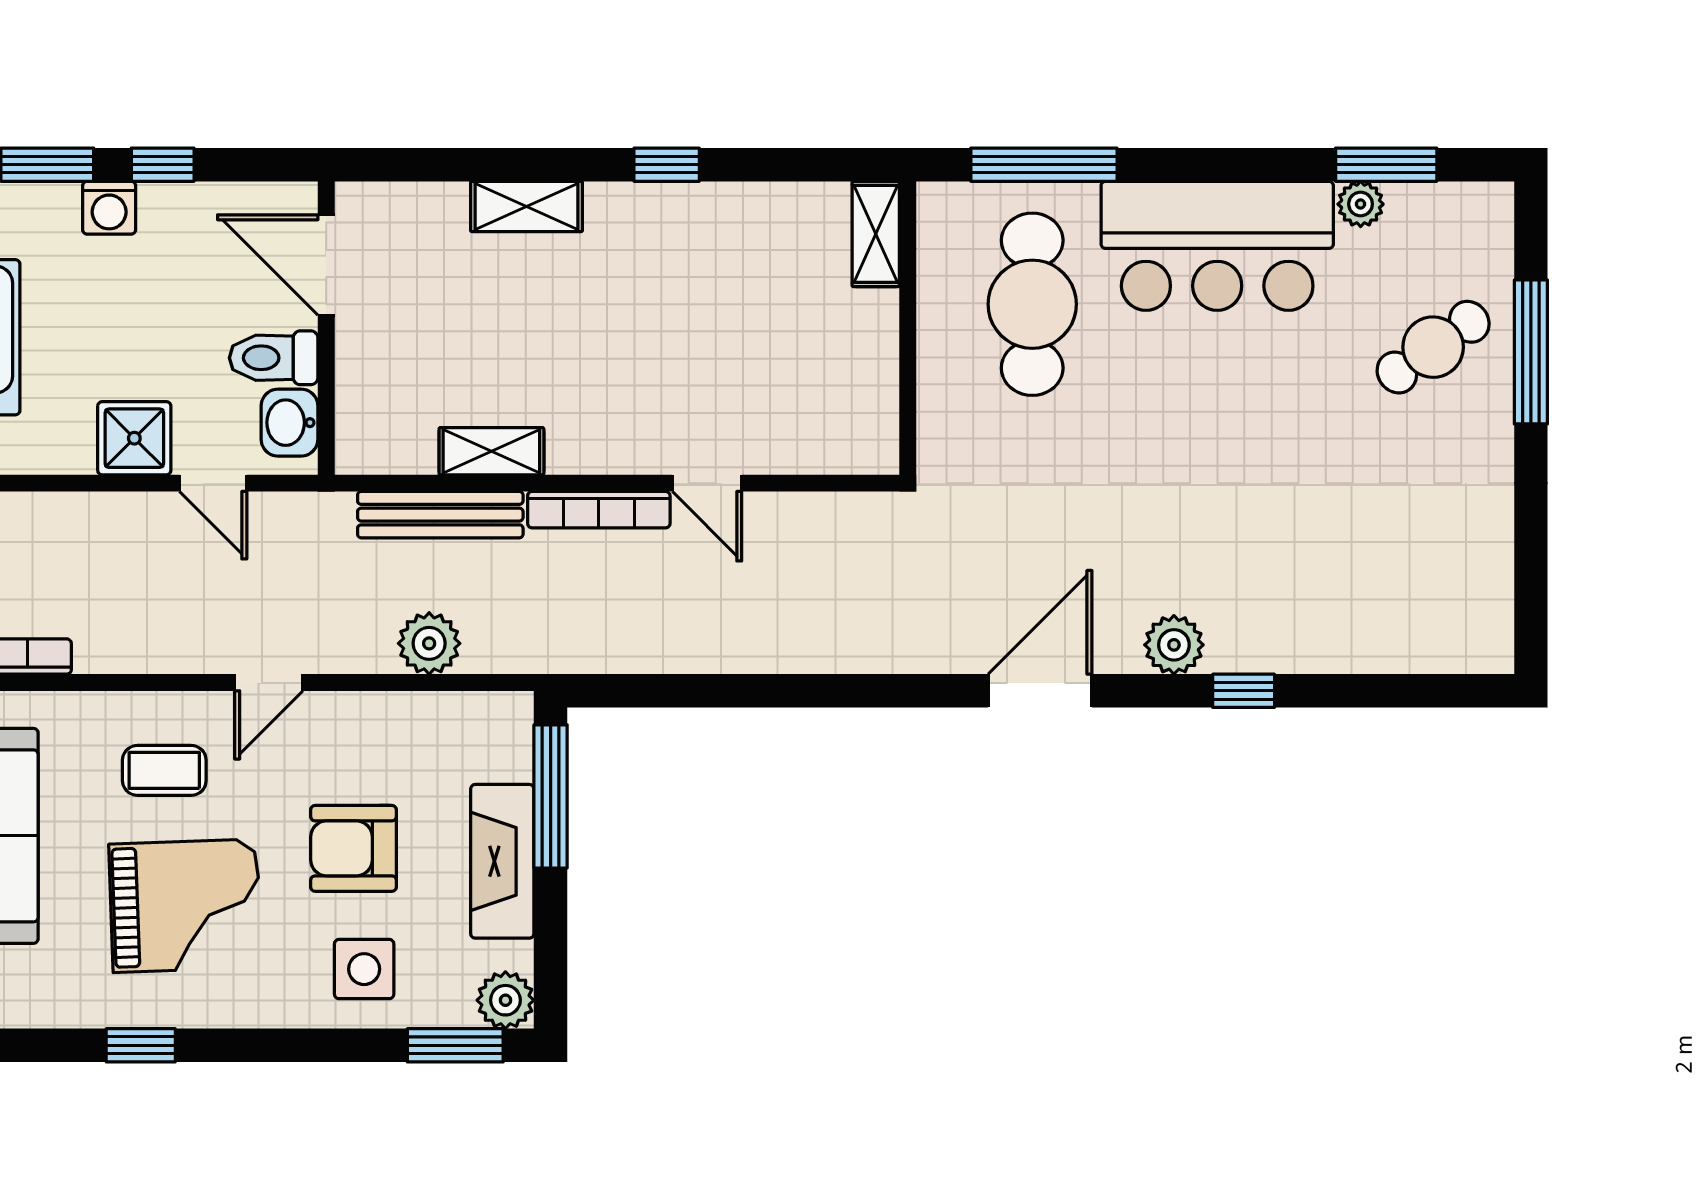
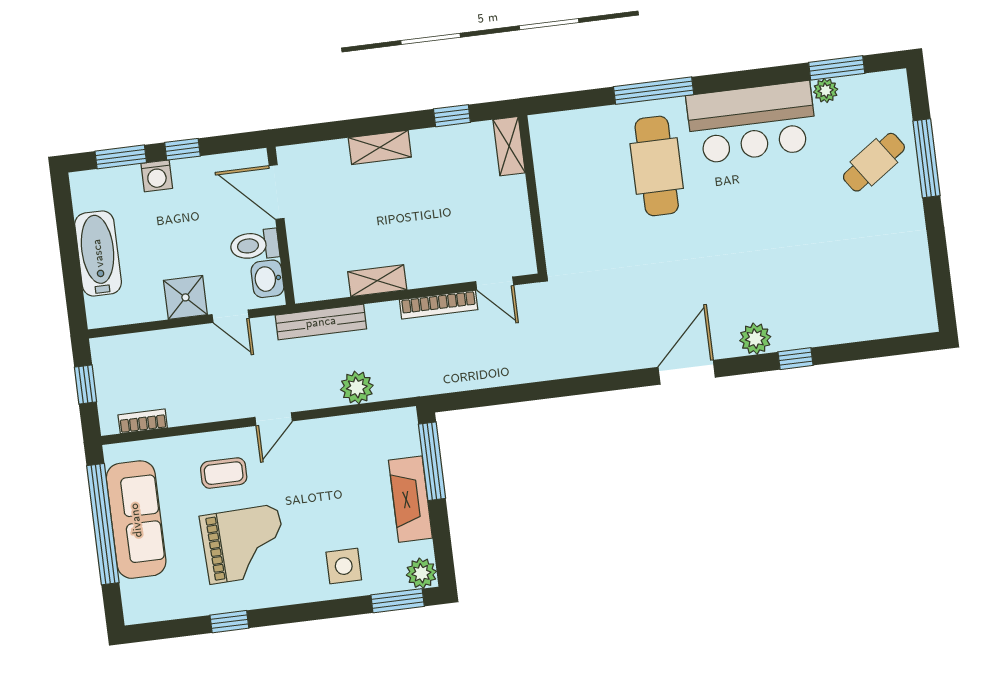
shelving: (876, 234) -> (509, 146), moved
wall: (908, 328) -> (533, 194), moved
bench: (440, 515) -> (321, 322), moved
armchair: (353, 848) -> (330, 502), removed

